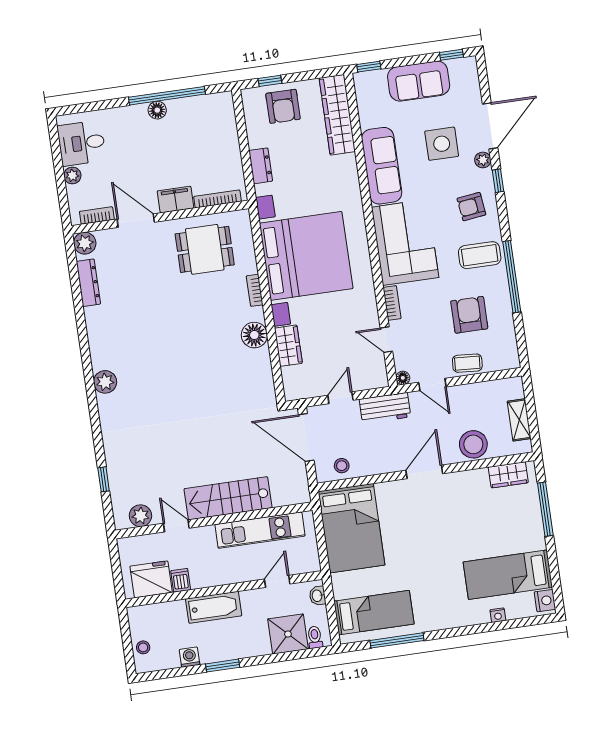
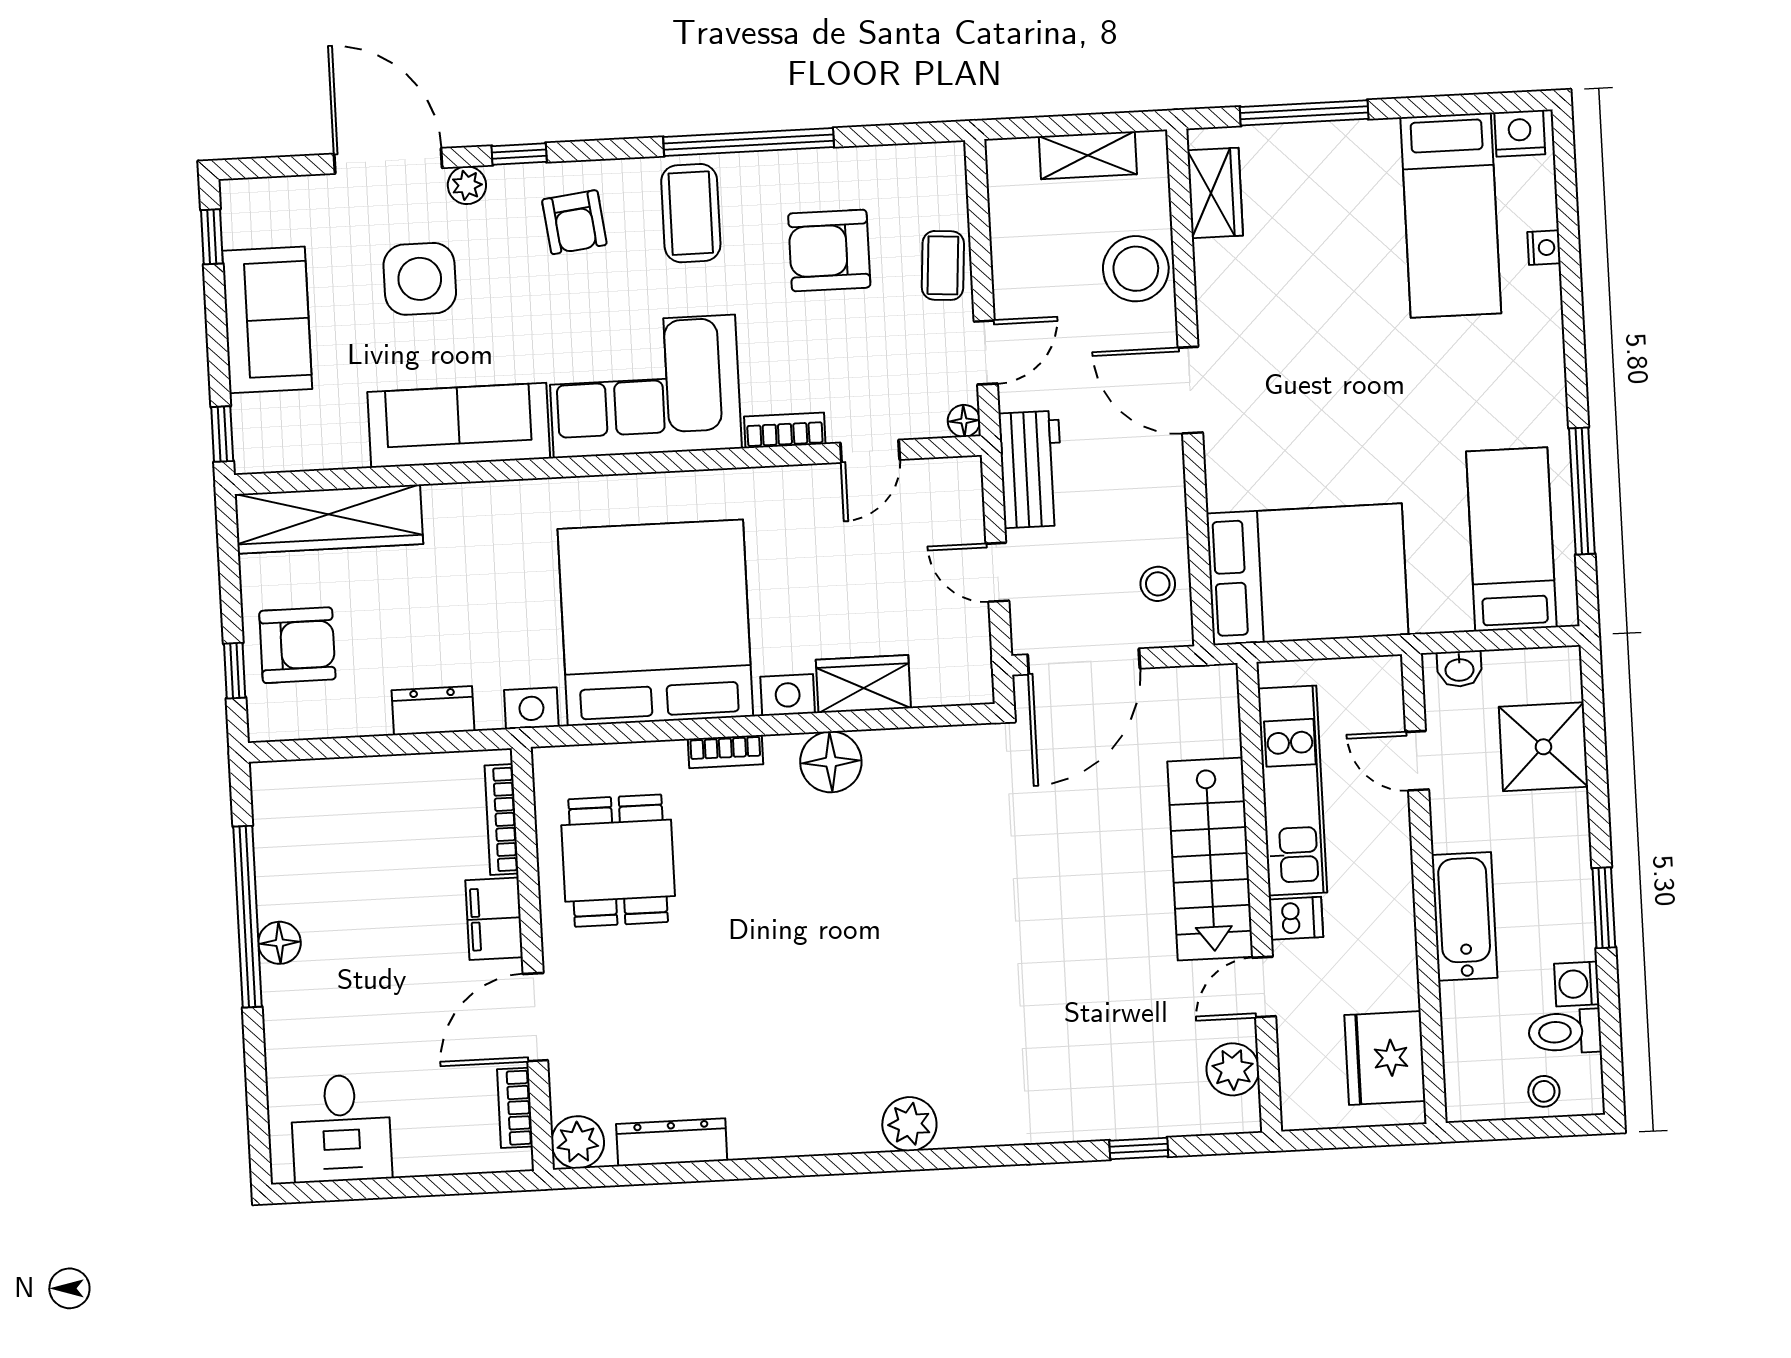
plant: (72, 176) -> (415, 1157), removed
dishwasher: (181, 580) -> (1296, 918), moved, turned 180
toilet: (315, 637) -> (1565, 1032), moved, width x1.37, depth x1.39

